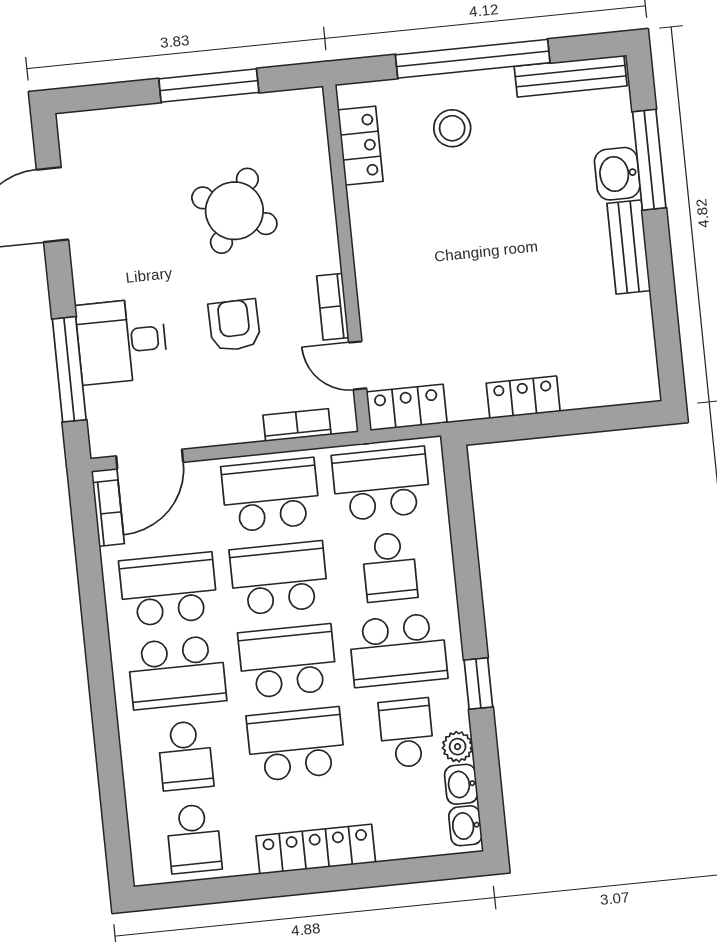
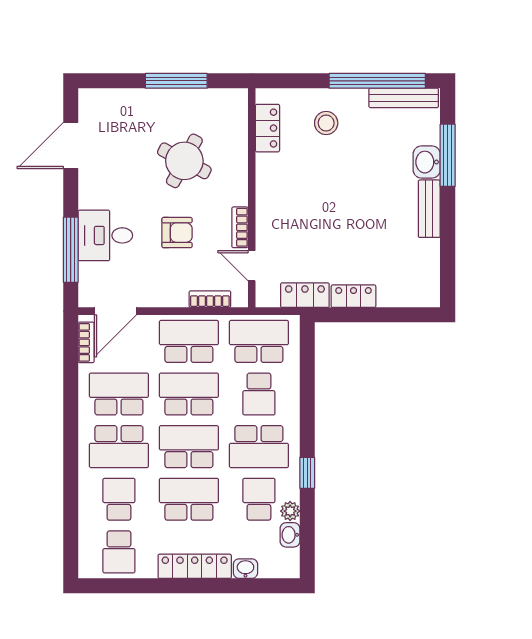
window: (473, 59) -> (377, 81), moved
armchair: (234, 325) -> (177, 233), turned 91
locker: (407, 407) -> (305, 295), moved
school desk: (185, 756) -> (119, 499), turned 180
washbasin: (465, 826) -> (245, 569), moved, turned 90

